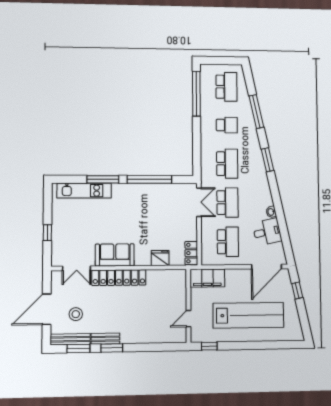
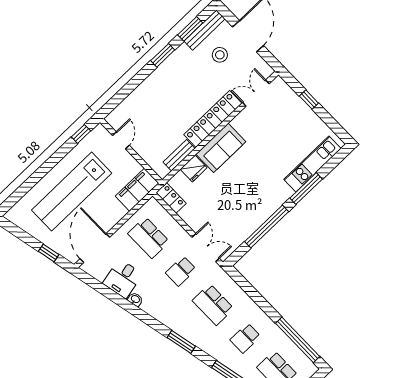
double door: (199, 202) -> (206, 248), swing flipped
school desk: (228, 203) -> (181, 271), width x0.54
sofa: (115, 255) -> (221, 148), moved
bench: (105, 339) -> (179, 155), moved

